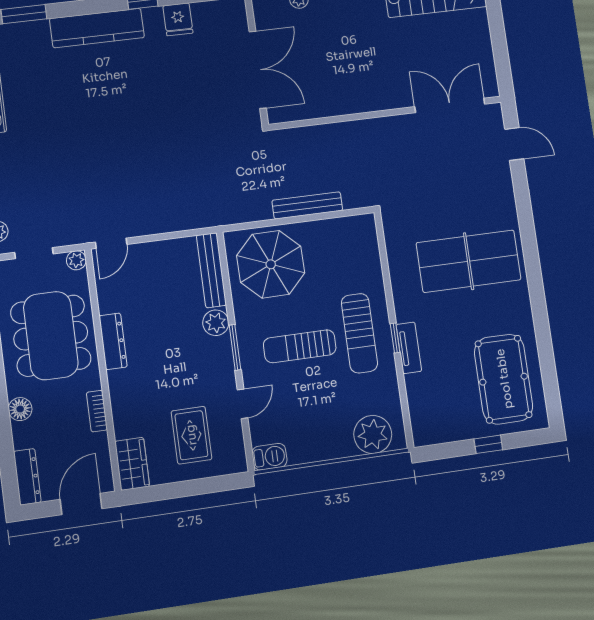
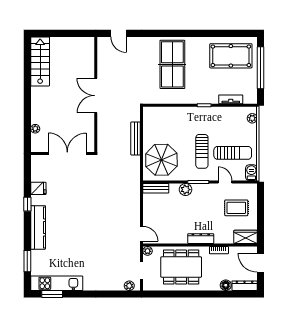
double door: (450, 105) -> (96, 96), moved
door: (514, 144) -> (119, 33), swing flipped
bench: (211, 270) -> (156, 188), width x0.73
sun lounger: (359, 333) -> (233, 153), moved
dresser: (113, 341) -> (201, 239), moved
tv unit: (409, 348) -> (231, 99), moved
floor lamp: (20, 409) -> (226, 285), moved
plant: (373, 434) -> (252, 118), width x0.53, depth x0.53
window: (488, 444) -> (260, 68), width x3.17

